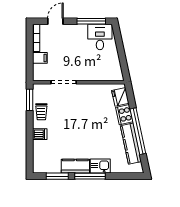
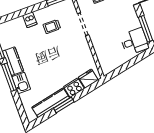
trolley: (41, 112) -> (52, 27), moved
window: (138, 131) -> (64, 105), width x0.47

